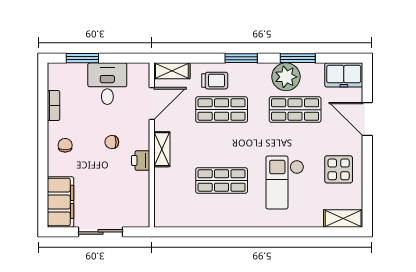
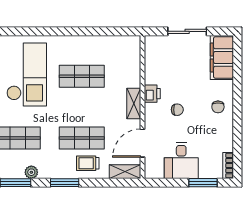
plant: (286, 77) -> (31, 172), width x0.53, depth x0.53
bookcase: (54, 106) -> (228, 166), moved
checkout: (285, 182) -> (27, 75), width x1.36, depth x1.21

